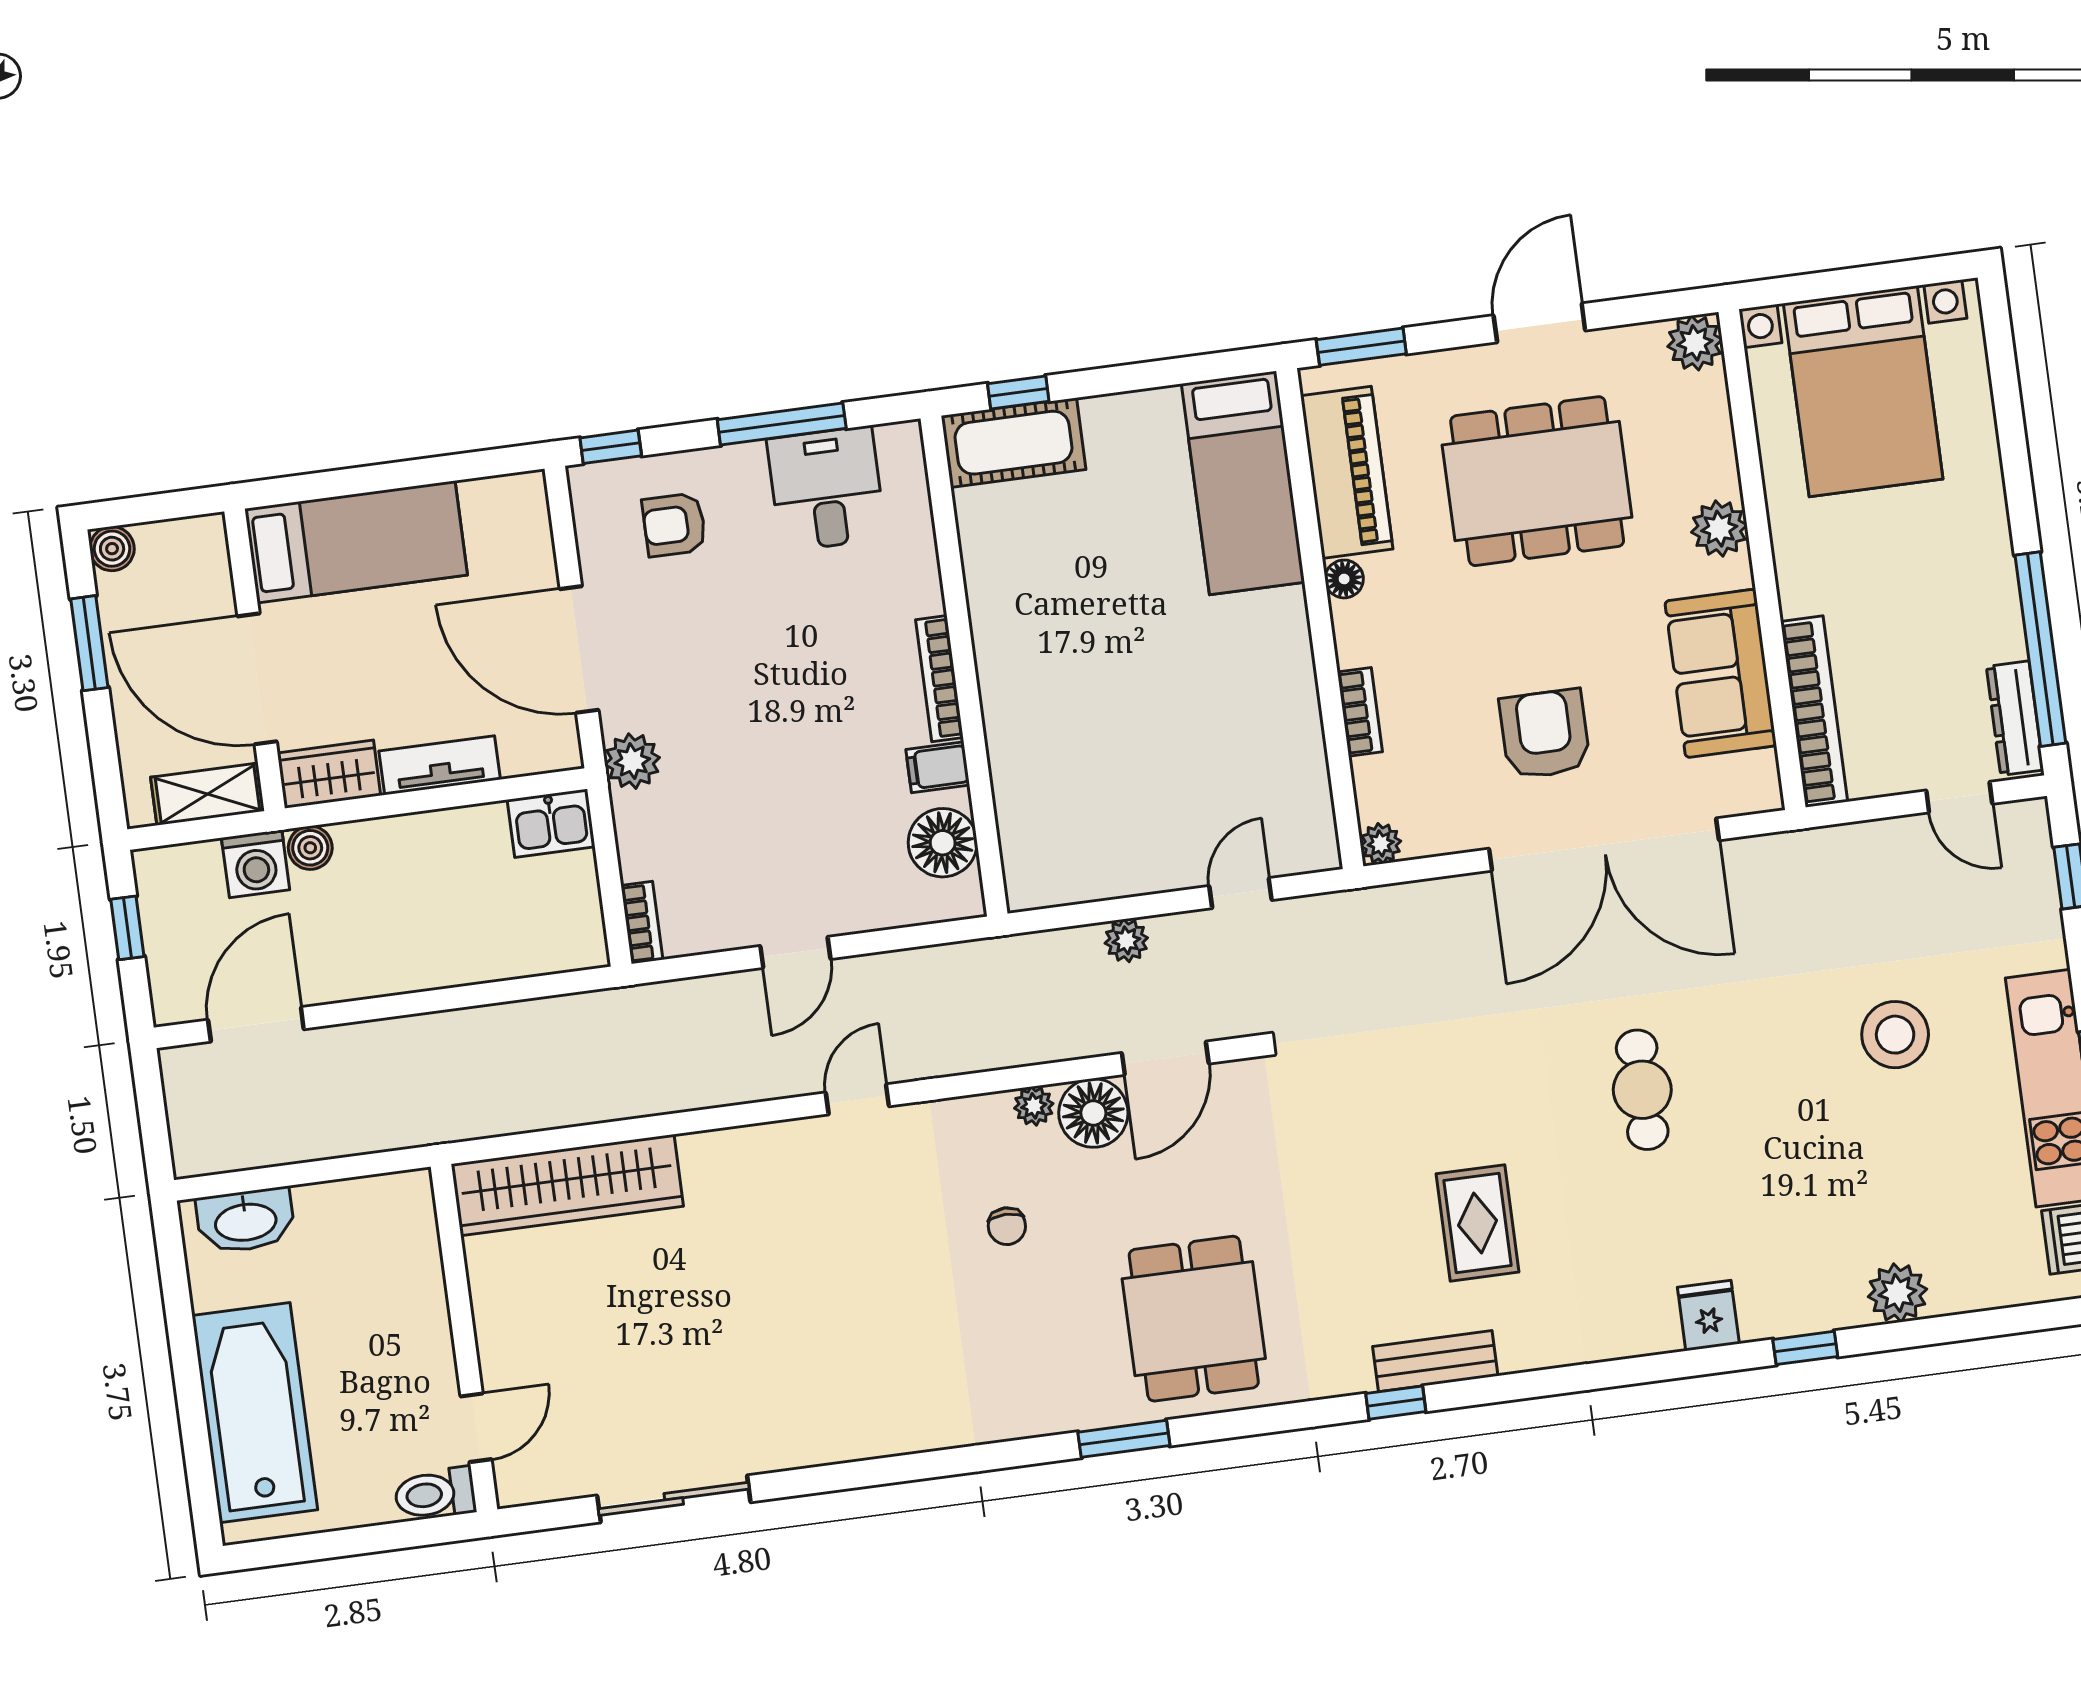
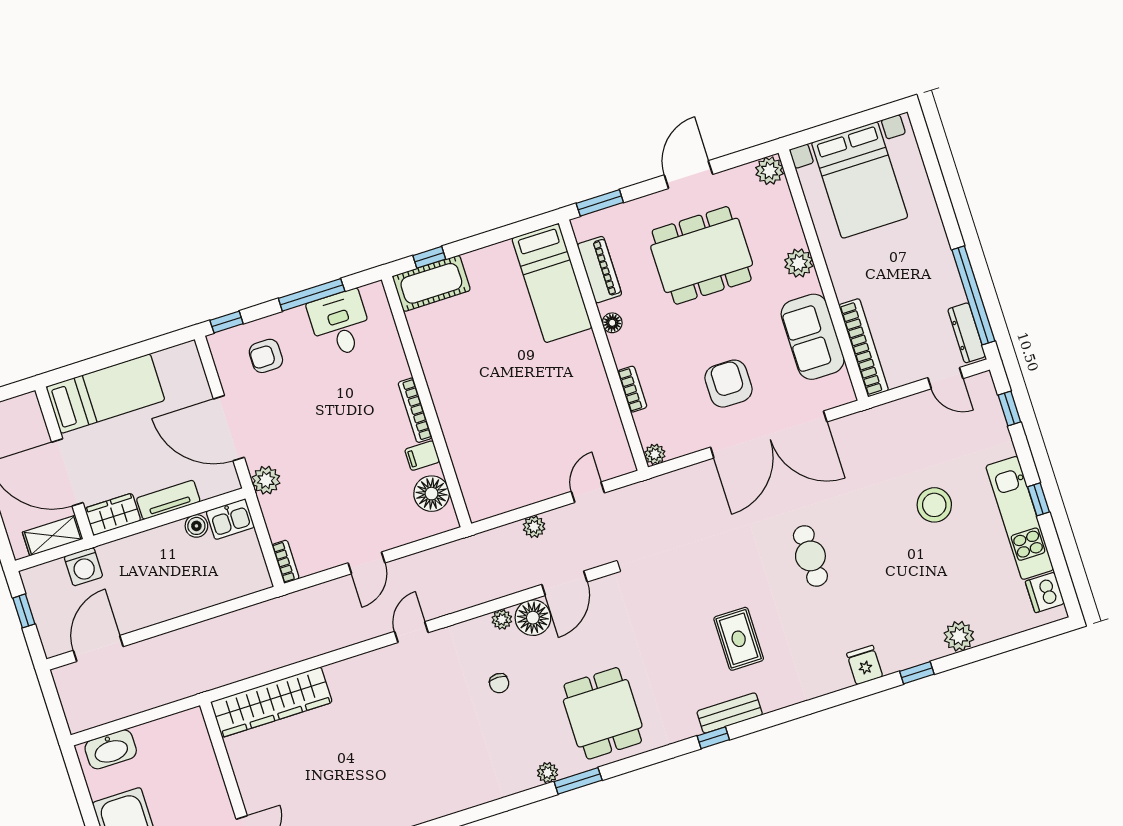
piano: (1347, 472) -> (599, 270), width x0.73, depth x0.75
boiler: (310, 848) -> (196, 526), moved
plant: (1069, 1413) -> (548, 773), added

